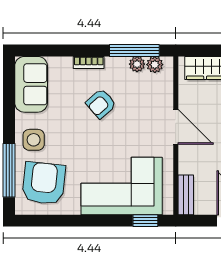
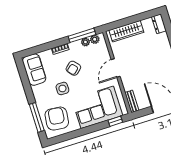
door: (176, 127) -> (116, 68), swing flipped
side table: (34, 140) -> (62, 88), moved

